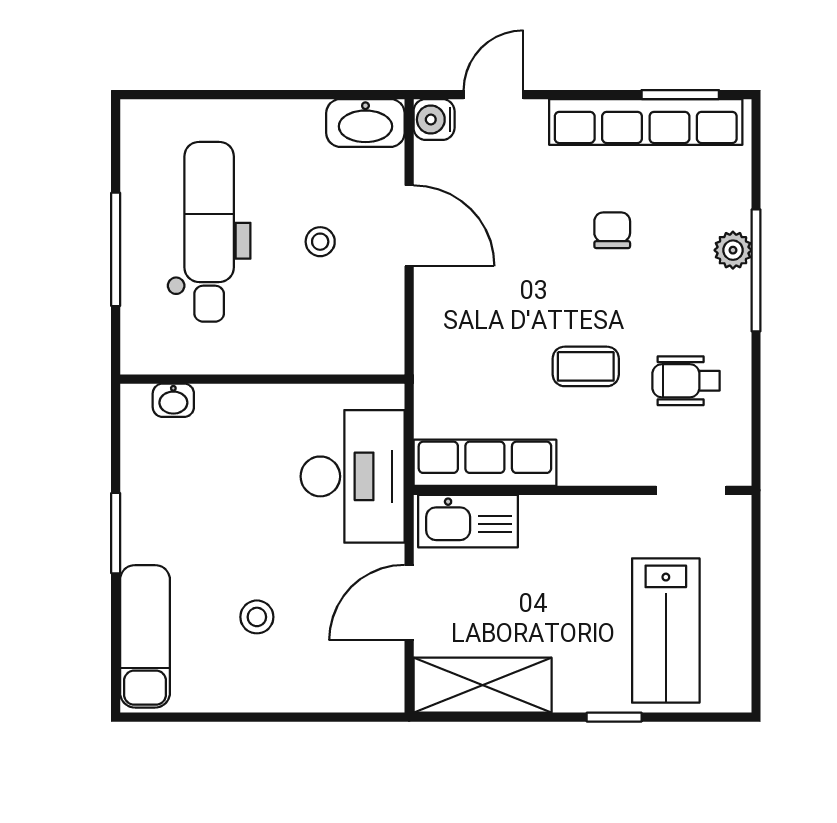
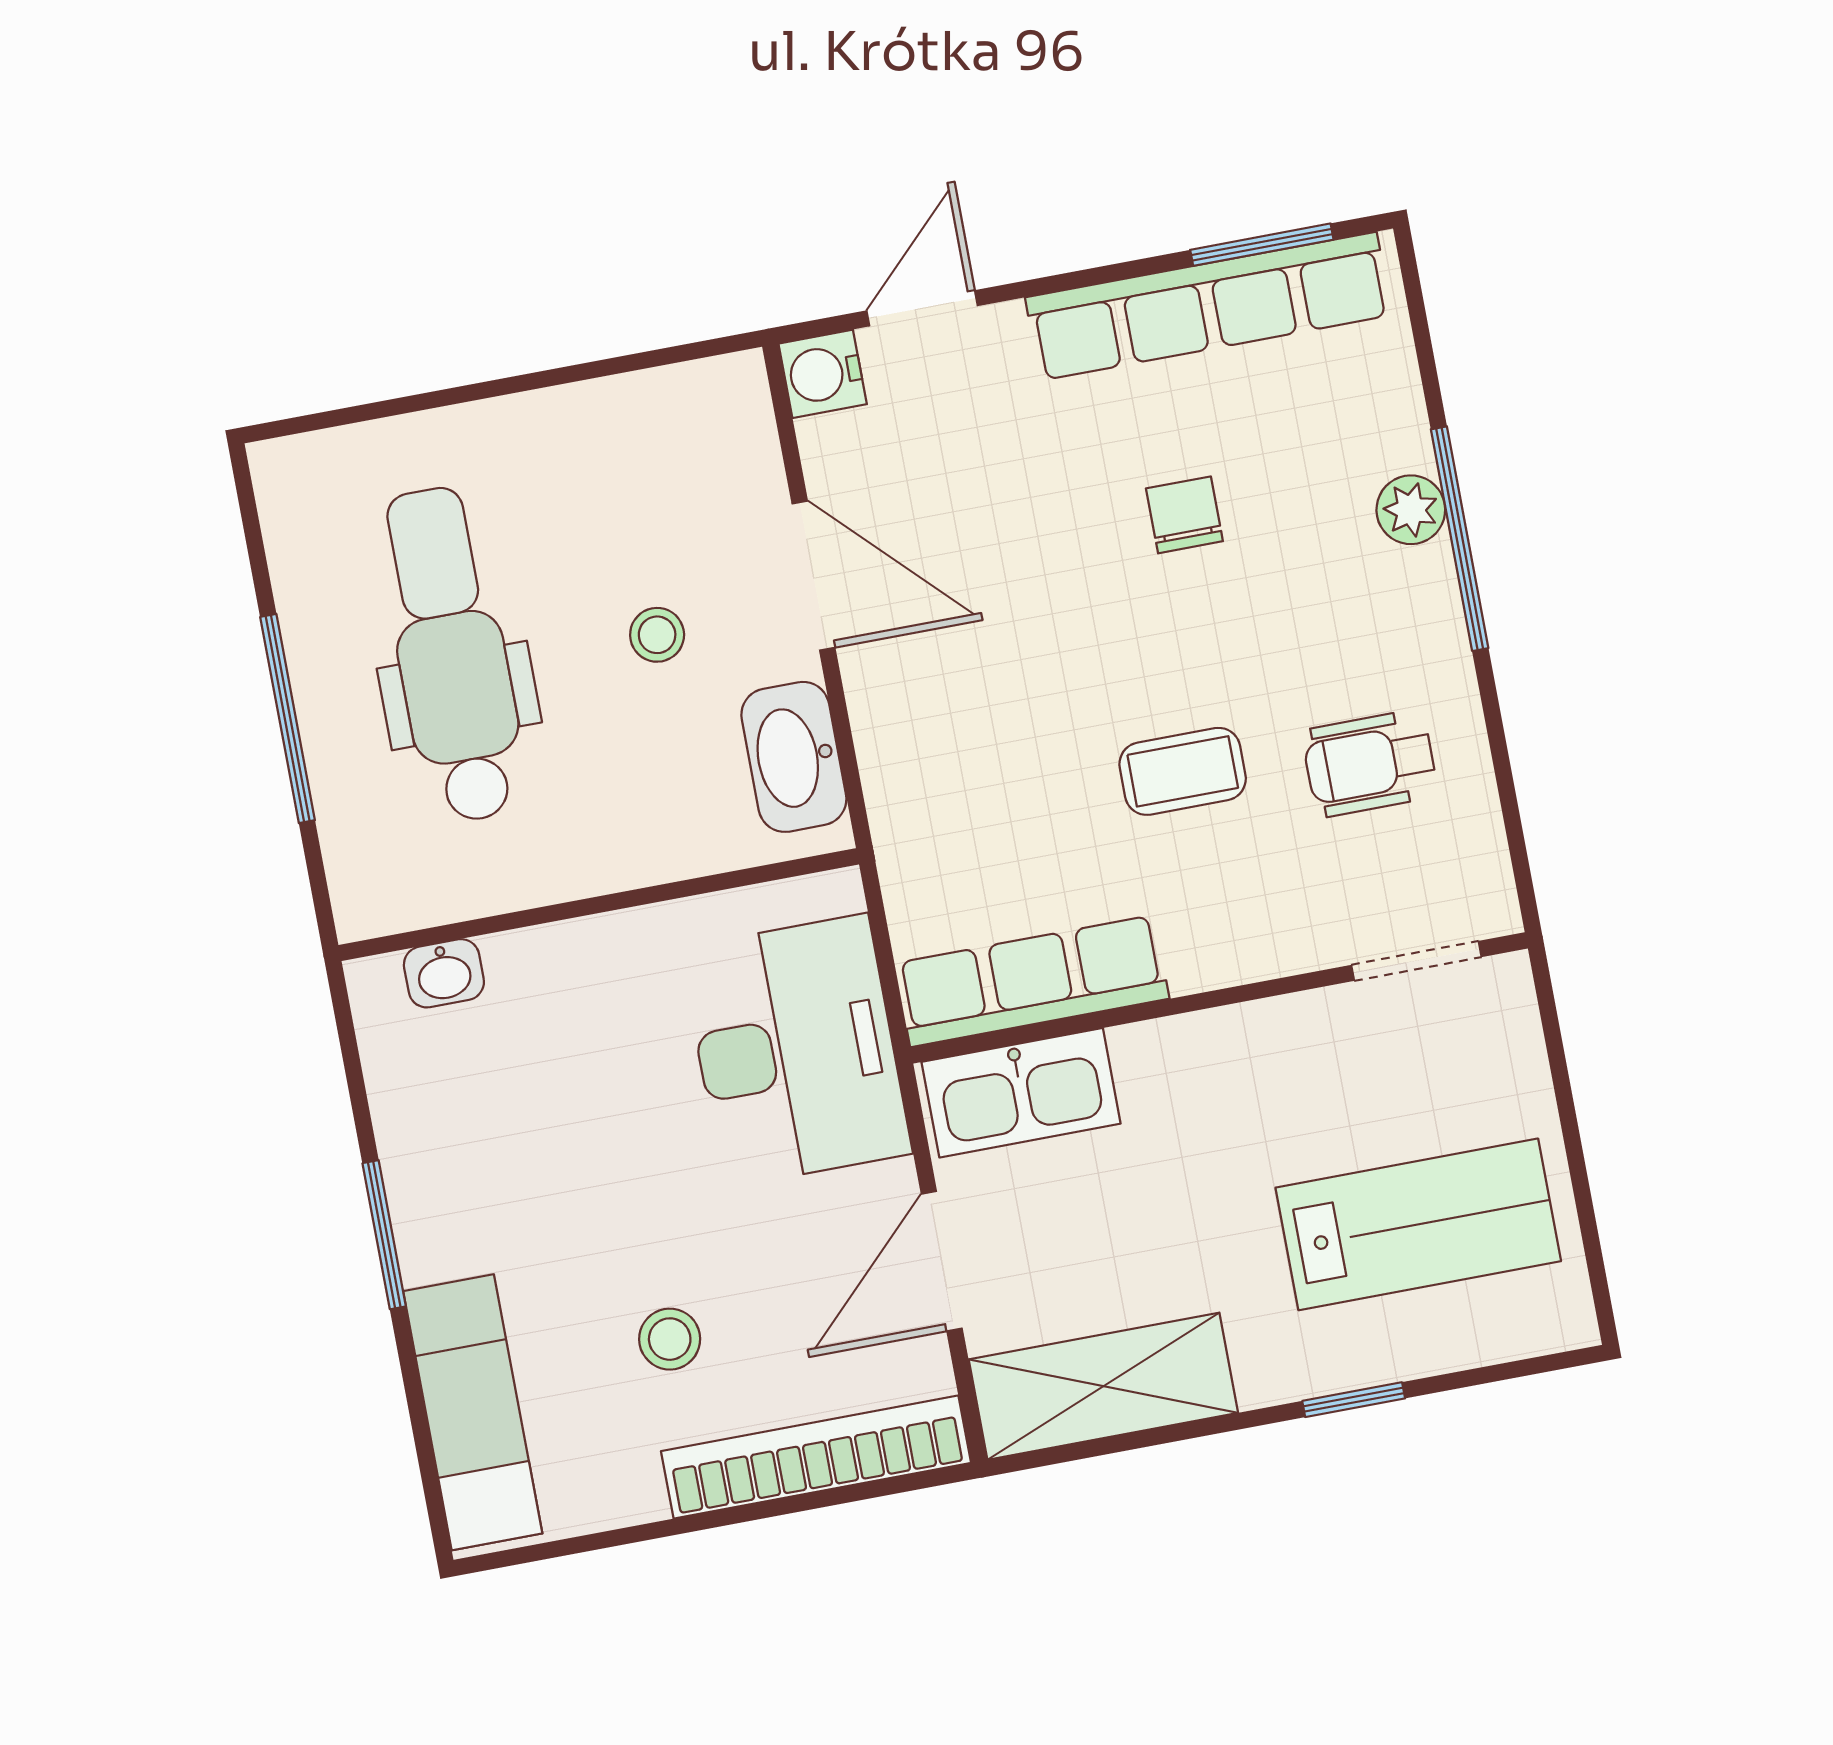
washbasin: (365, 123) -> (794, 757), moved, turned 90
lab bench: (666, 630) -> (1418, 1224), turned -90
bookcase: (323, 694) -> (816, 1457), added

